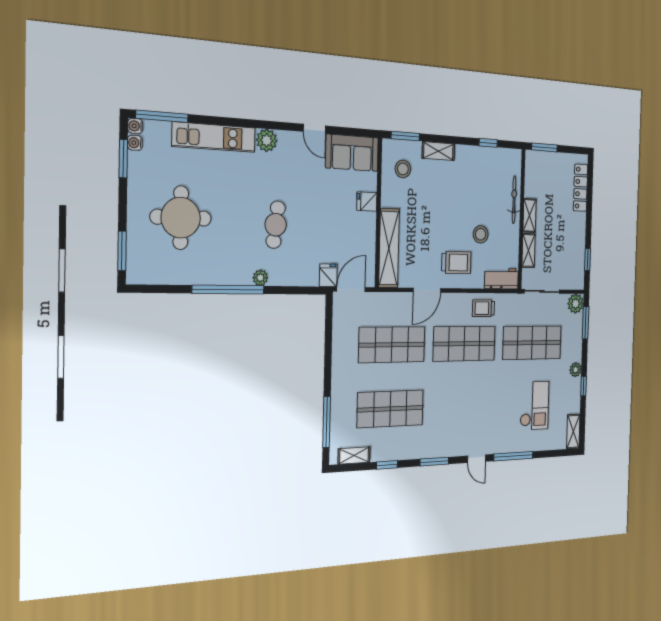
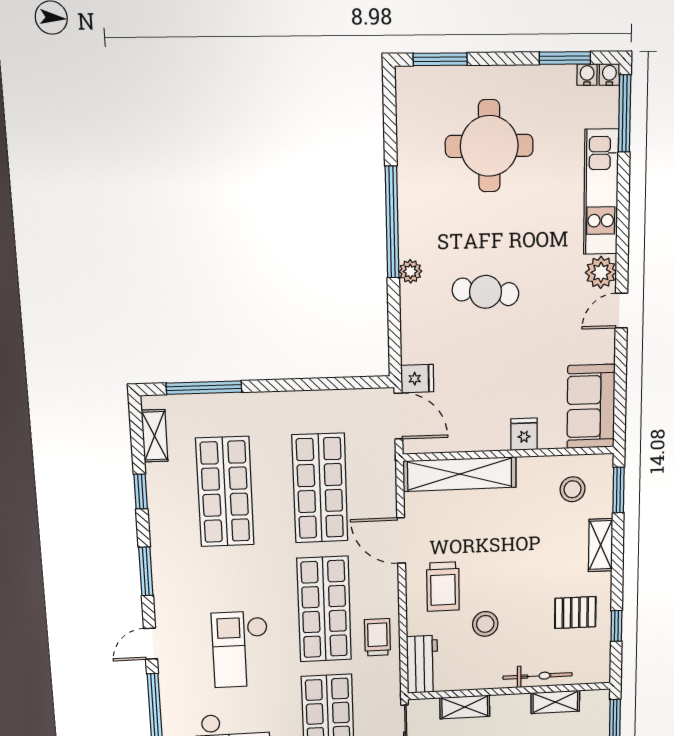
door: (314, 129) -> (621, 311), moved
pallet: (478, 171) -> (575, 613), added
shelving: (529, 215) -> (555, 702), moved
checkout: (484, 400) -> (241, 649), added

